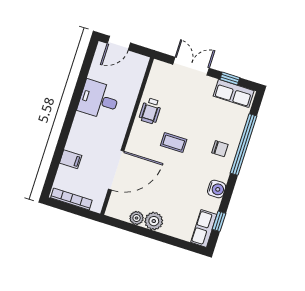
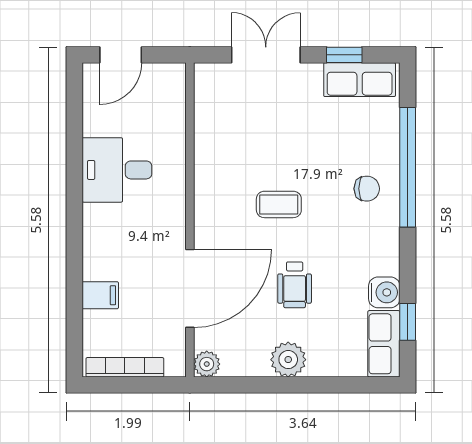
wheelchair: (150, 111) -> (295, 285), moved
water cooler: (217, 189) -> (384, 292), moved
plant: (137, 218) -> (207, 364), moved

